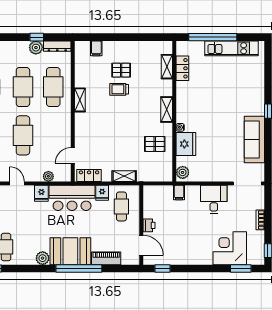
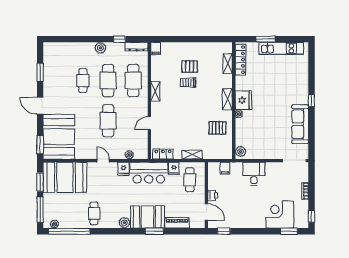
window: (213, 37) -> (266, 39), width x0.47
plant: (36, 48) -> (100, 48), moved
filing cabinet: (96, 48) -> (156, 48), moved
locker: (182, 68) -> (240, 60), width x1.53
fridge: (186, 144) -> (243, 100), moved
door: (73, 155) -> (149, 123), moved
filing cabinet: (179, 193) -> (225, 168), moved
desk: (214, 199) -> (254, 174), moved
window: (79, 268) -> (154, 231), width x0.47

